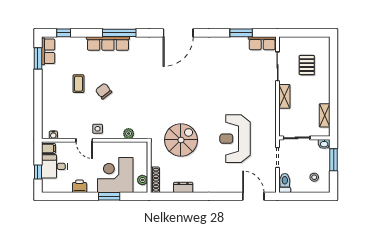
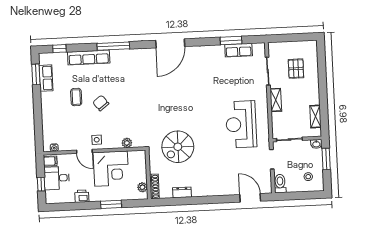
row of seats: (108, 43) -> (89, 58), moved
row of seats: (262, 43) -> (239, 50), moved
row of seats: (48, 51) -> (46, 78), moved
reception desk: (235, 139) -> (241, 124), moved
spiral stairs: (181, 140) -> (178, 147), turned 180
corner desk: (115, 175) -> (111, 169), moved, turned 180

